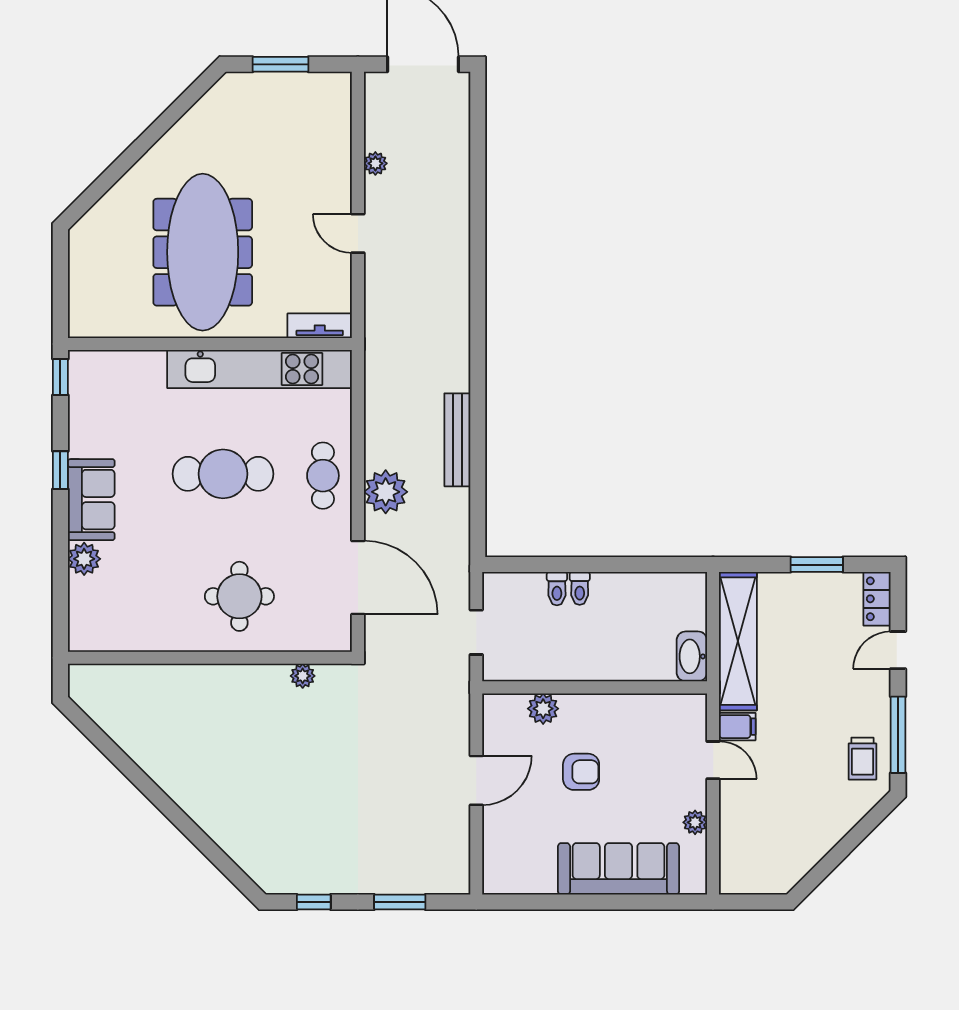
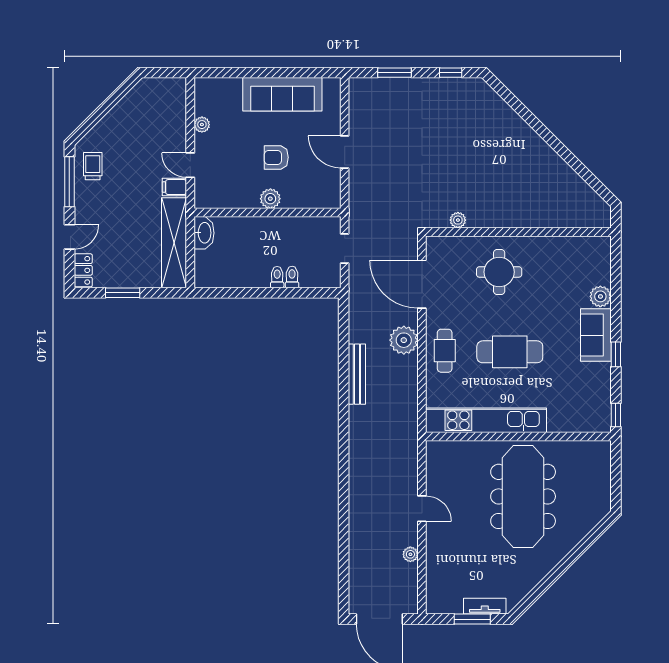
tv unit: (320, 326) -> (485, 606), moved, turned 180
plant: (543, 709) -> (270, 199), moved
door: (476, 780) -> (345, 152), hinge flipped
sofa: (619, 869) -> (282, 94), moved

